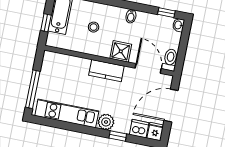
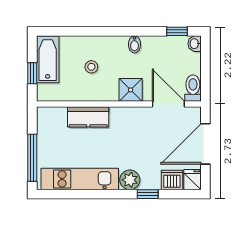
kitchen counter: (106, 71) -> (88, 117), moved

